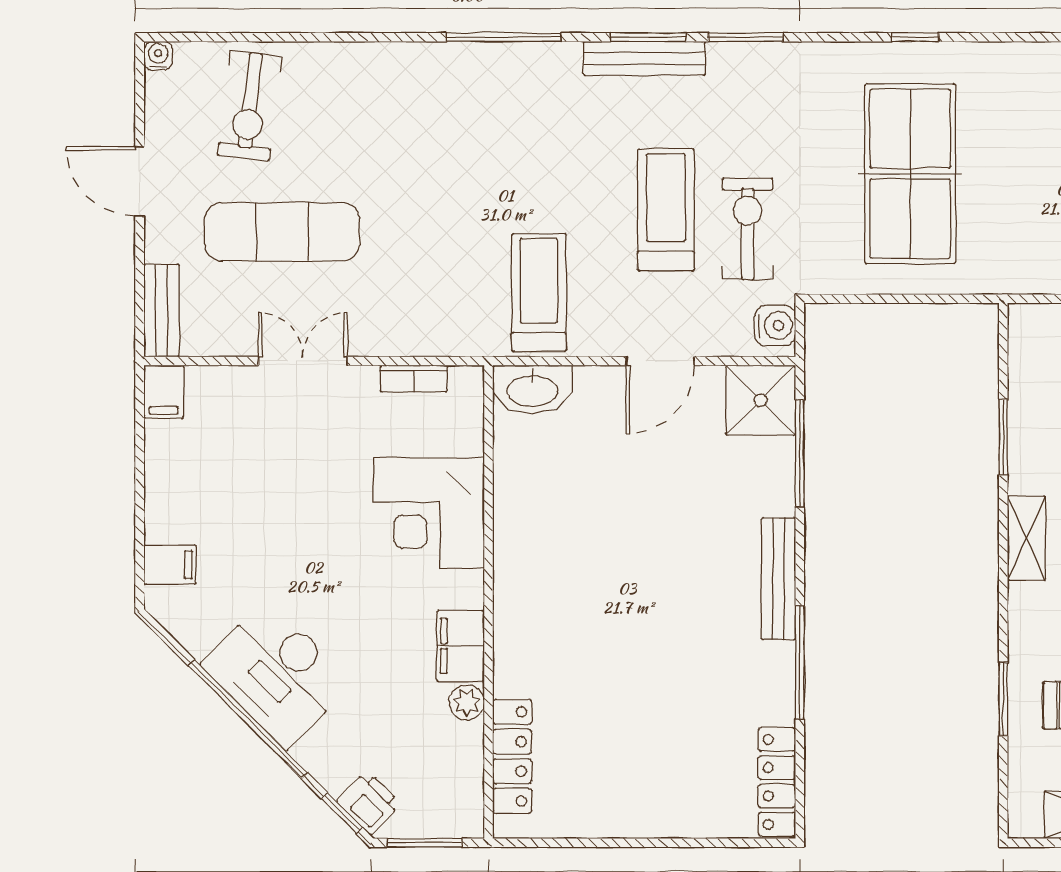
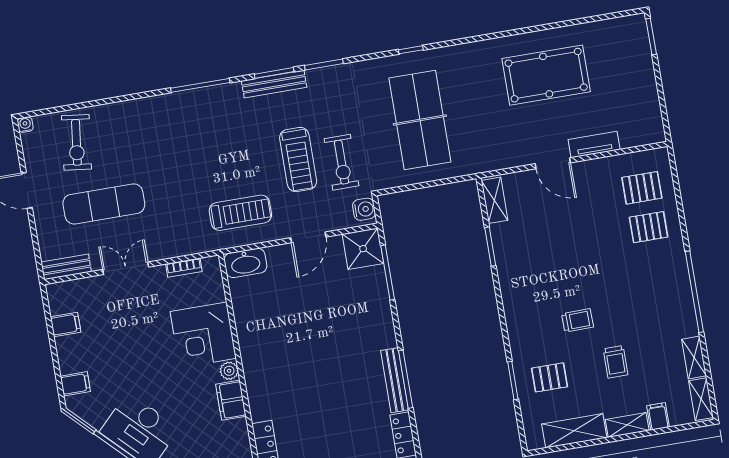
treadmill: (666, 210) -> (298, 160), turned 180
exercise bike: (748, 229) -> (342, 162), turned 180
treadmill: (539, 292) -> (240, 213), turned 90
bench: (161, 311) -> (66, 267), moved, turned 90
filing cabinet: (164, 392) -> (65, 324), moved, turned -90
shelving: (1026, 538) -> (495, 200), moved
bench: (779, 579) -> (395, 380), moved
plant: (467, 702) -> (229, 371), moved

